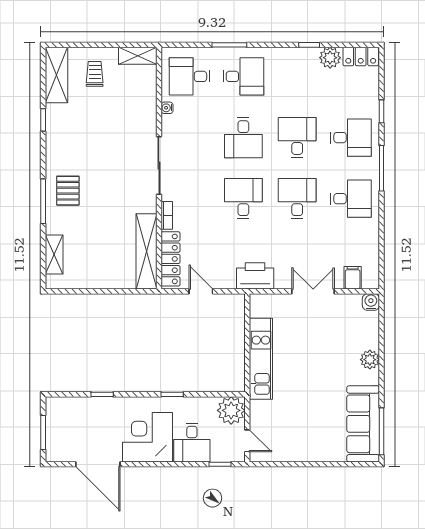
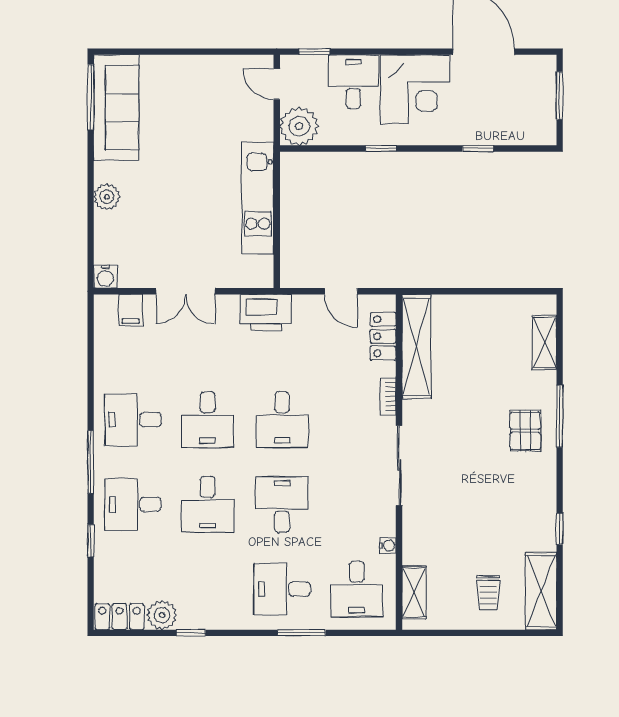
shelving: (138, 56) -> (414, 592), moved, turned 90
desk: (190, 76) -> (357, 589), turned 90
locker: (170, 259) -> (383, 336), width x0.66

